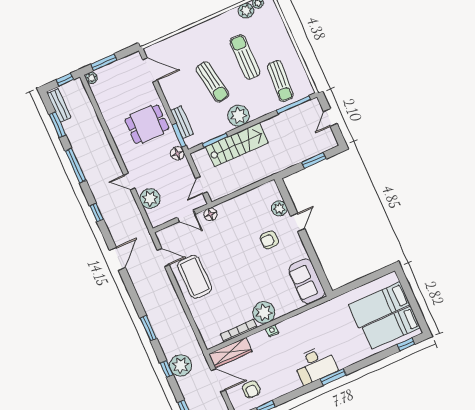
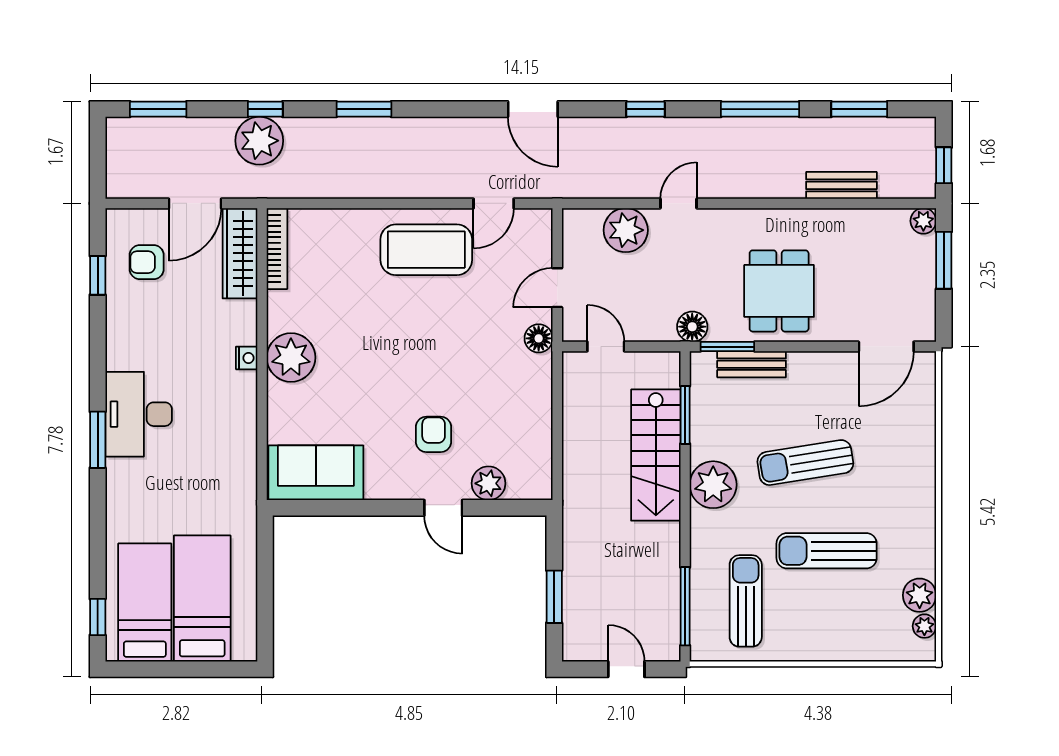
sun lounger: (245, 57) -> (827, 551), turned 180
sun lounger: (280, 81) -> (746, 601), turned 86
bench: (59, 105) -> (841, 185), moved
bookcase: (239, 331) -> (277, 249), moved

